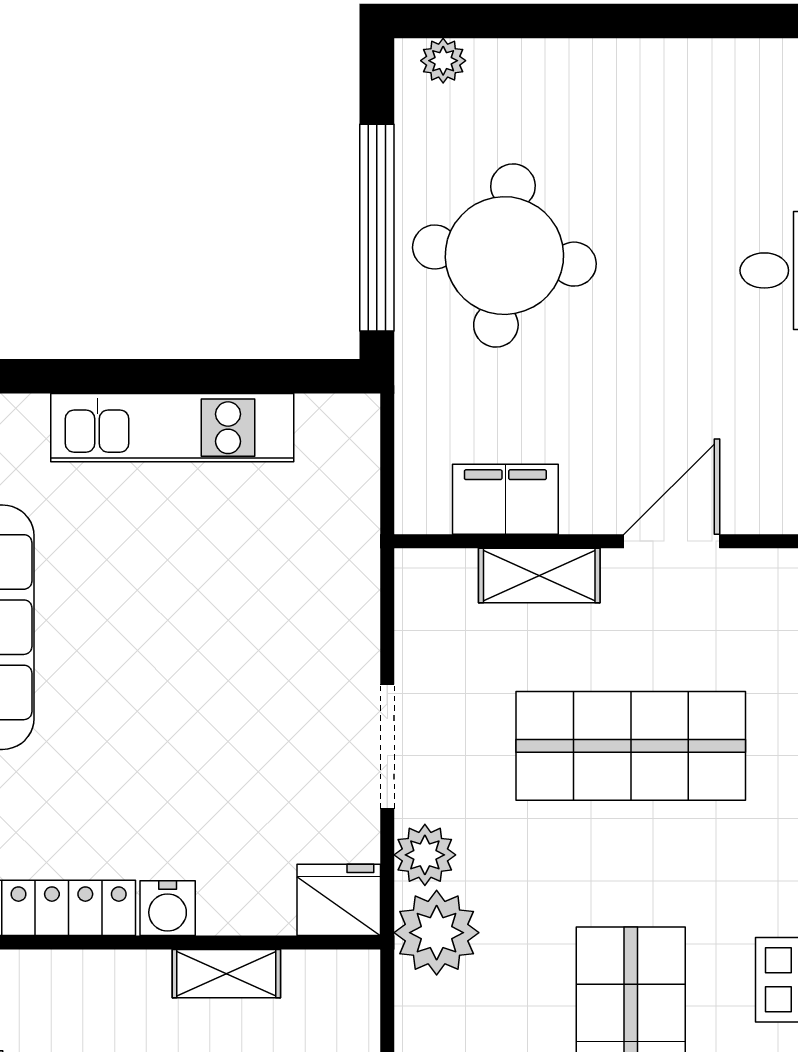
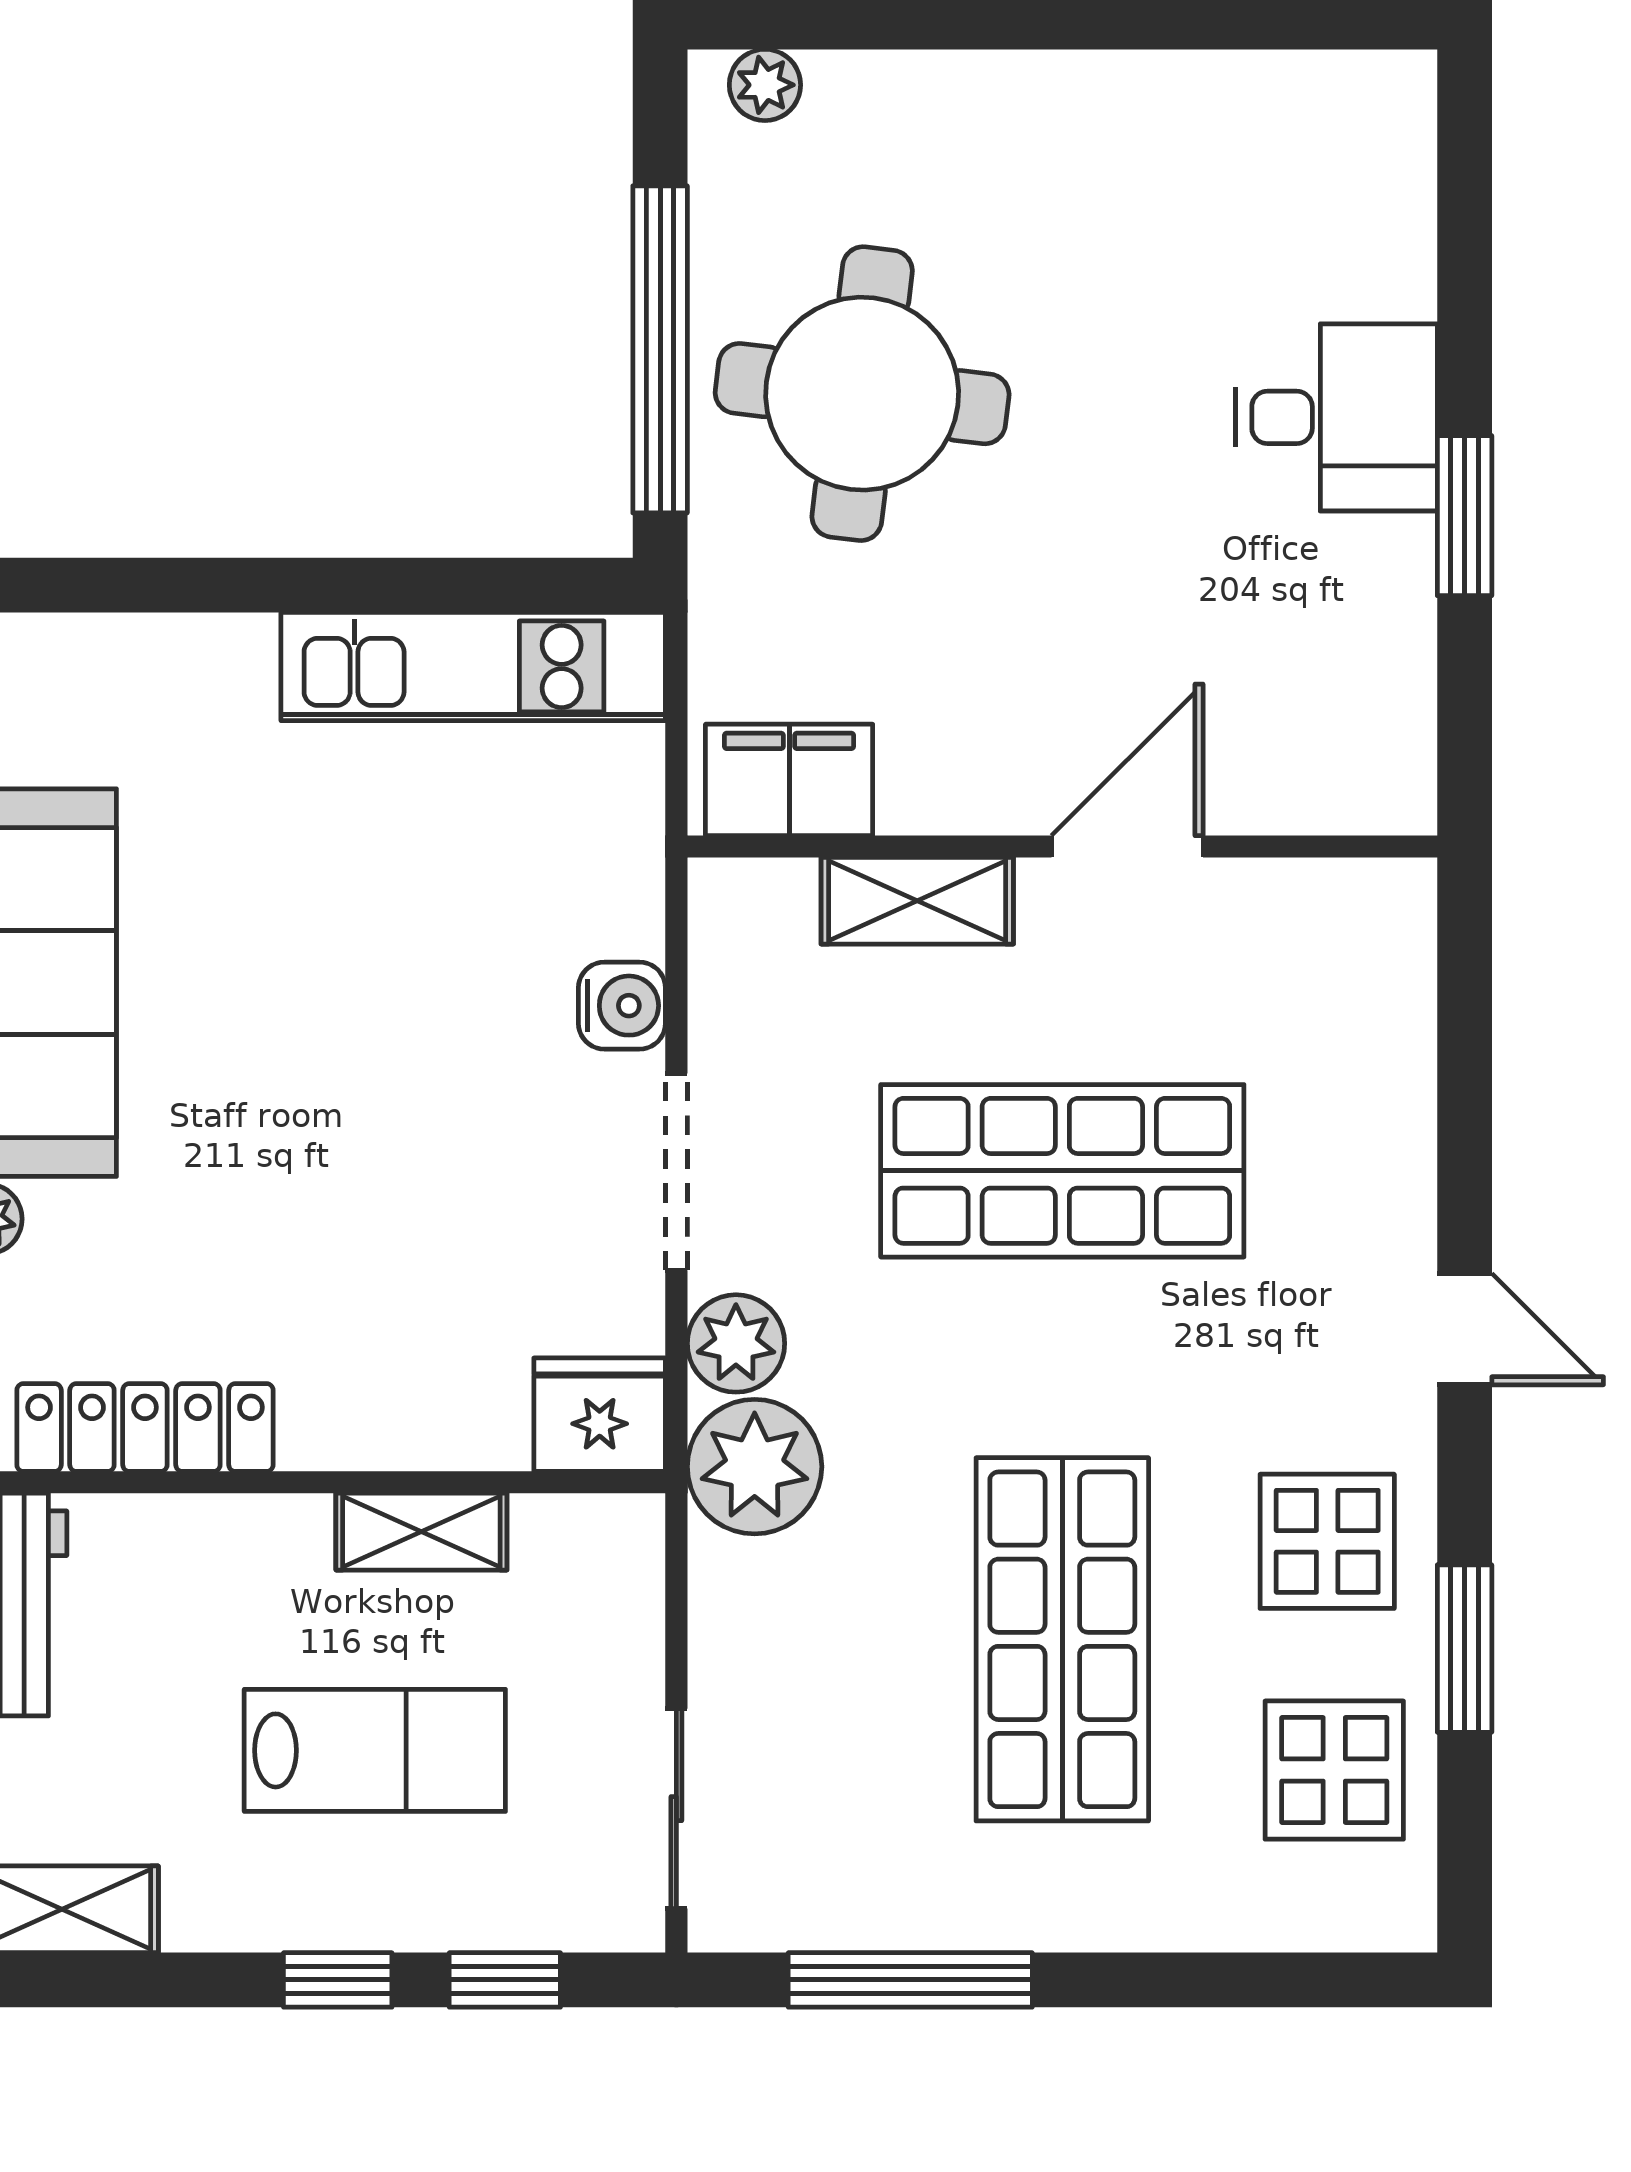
kitchen unit: (172, 428) -> (473, 666), moved
filing cabinet: (505, 499) -> (789, 780), moved
water cooler: (168, 908) -> (622, 1006), moved, turned -90

